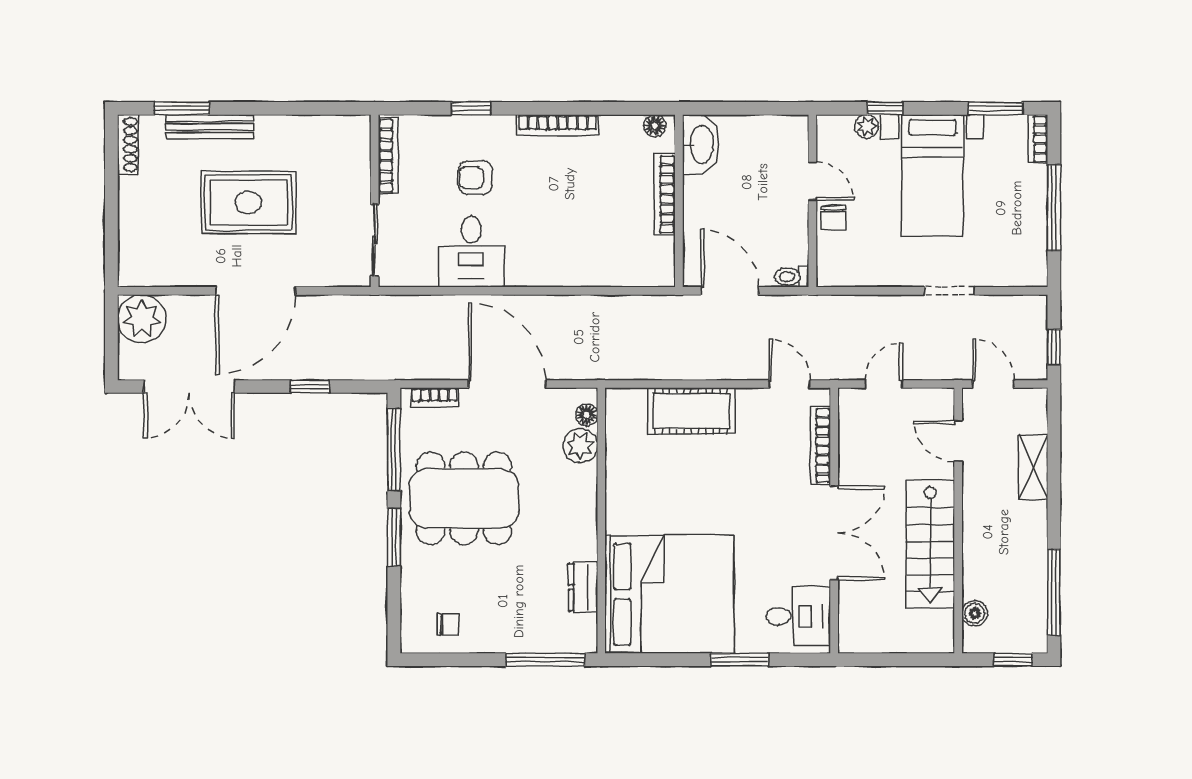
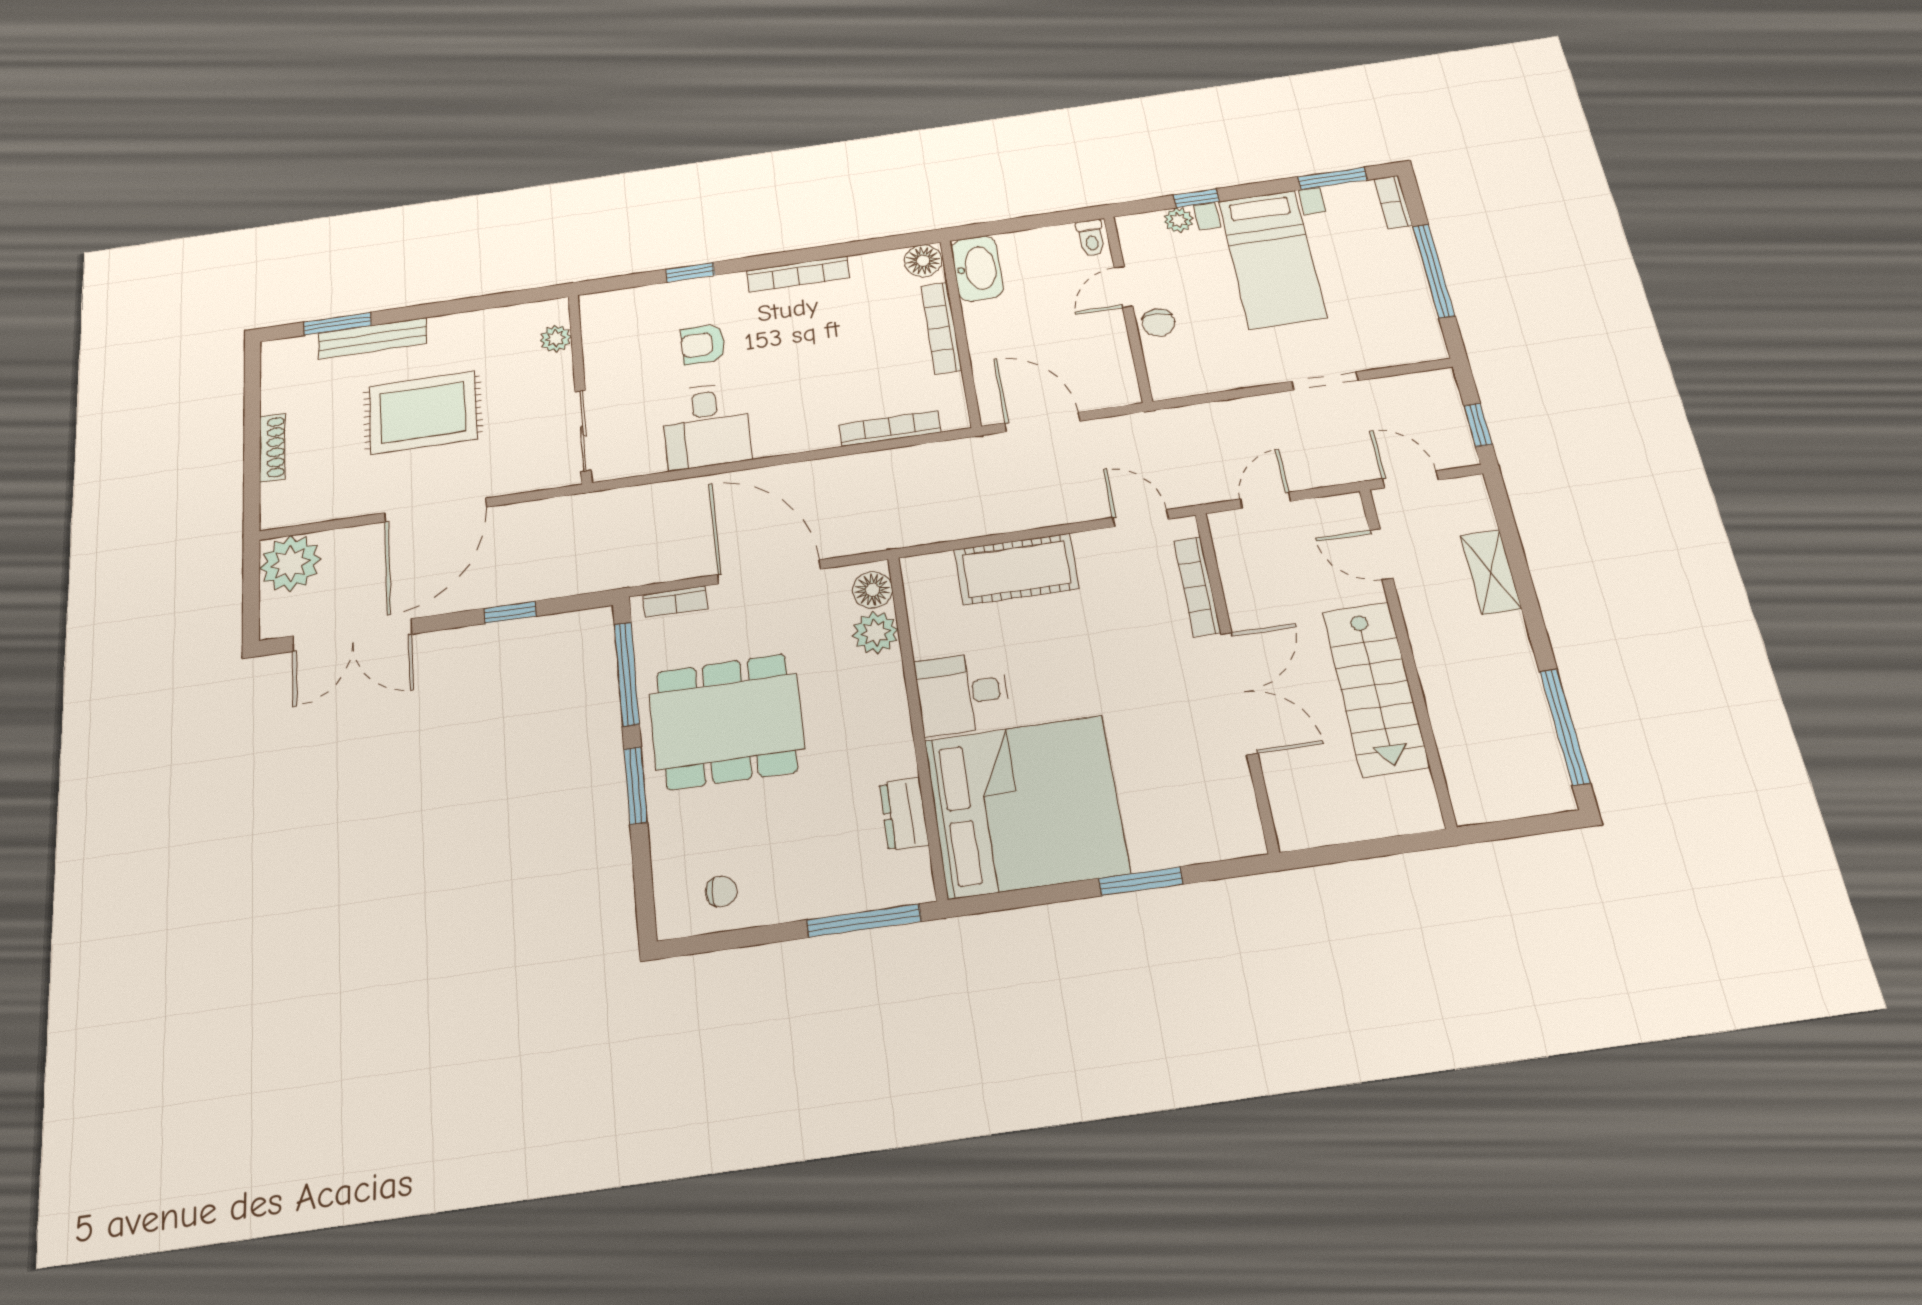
floor lamp: (655, 126) -> (923, 261), width x1.37, depth x1.37
shoe rack: (128, 144) -> (272, 448), moved
plant: (358, 152) -> (556, 339), added
bookcase: (388, 156) -> (890, 428), moved, turned -90
door: (812, 181) -> (1123, 287), swing flipped
toilet: (792, 277) -> (1091, 238), moved, turned -90
floor lamp: (587, 415) -> (873, 590), width x1.37, depth x1.37
boiler: (975, 613) -> (1461, 771), removed
desk: (798, 616) -> (962, 693), moved, turned 180
window: (1013, 660) -> (1532, 826), removed

